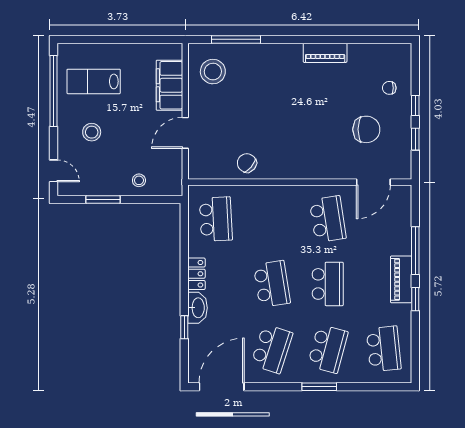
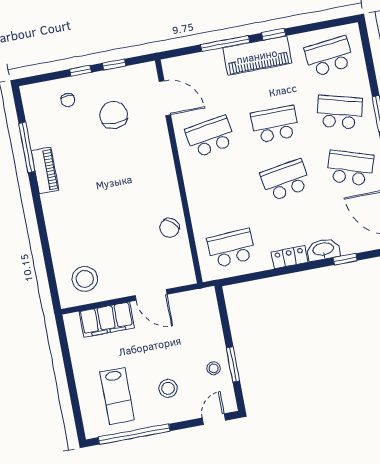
window: (236, 39) -> (27, 147), moved
stool: (139, 180) -> (214, 368), moved
piano: (401, 279) -> (257, 56), width x1.37, depth x1.33

